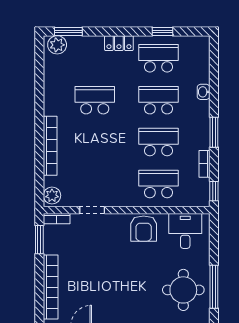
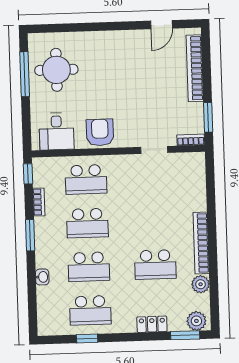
locker: (119, 43) -> (152, 324), moved
bookcase: (50, 146) -> (201, 243), moved
plant: (52, 195) -> (201, 284), moved

